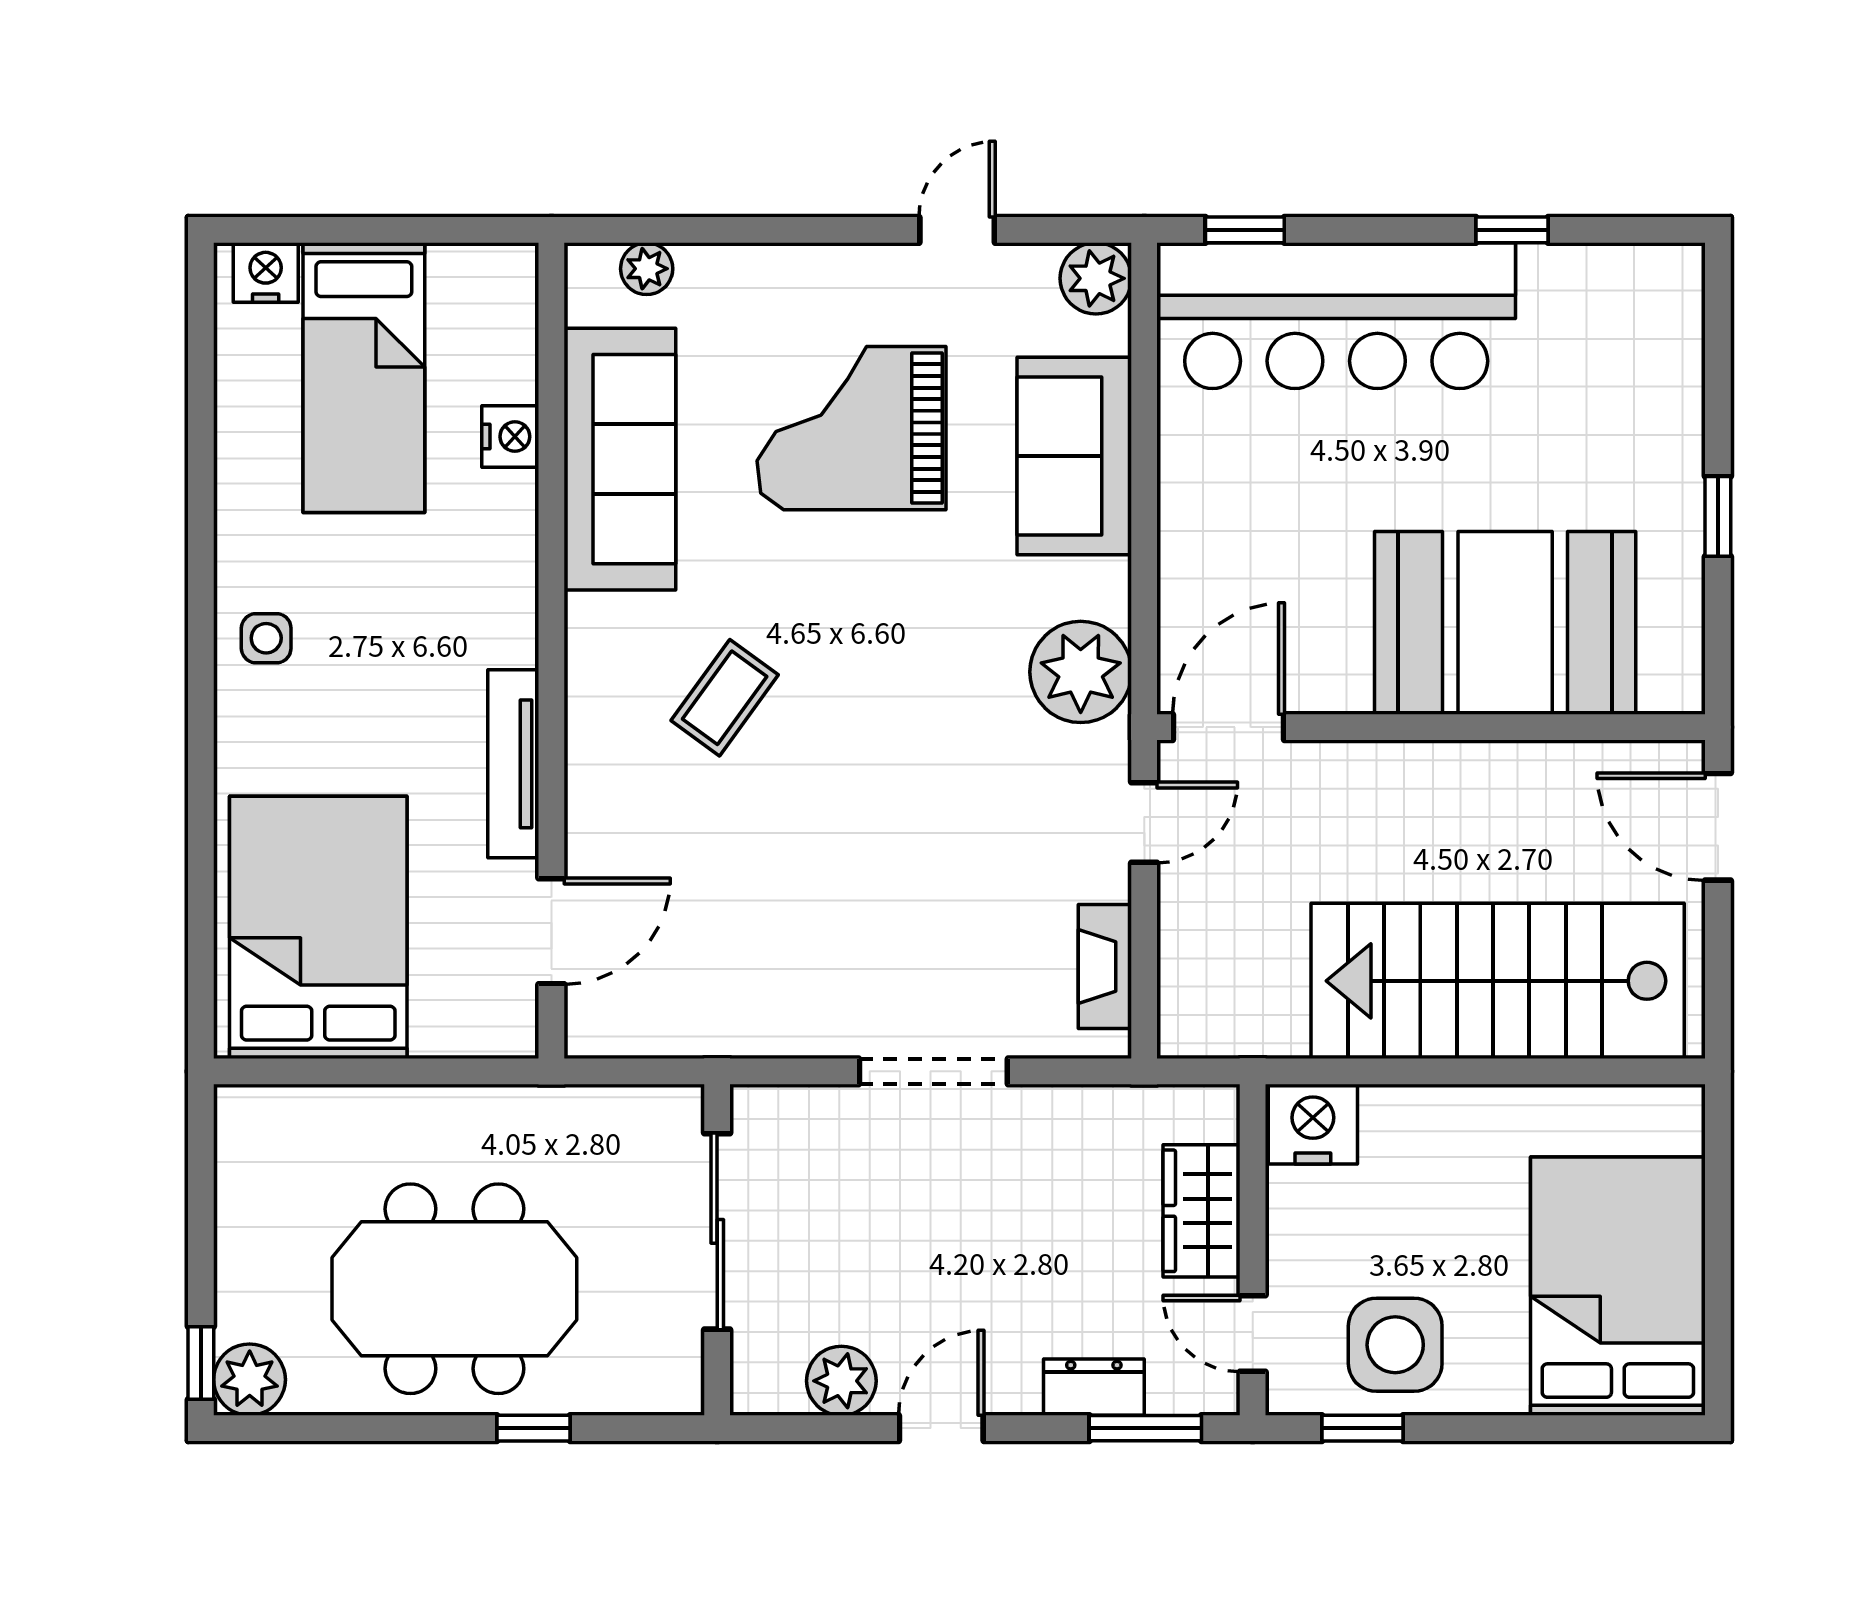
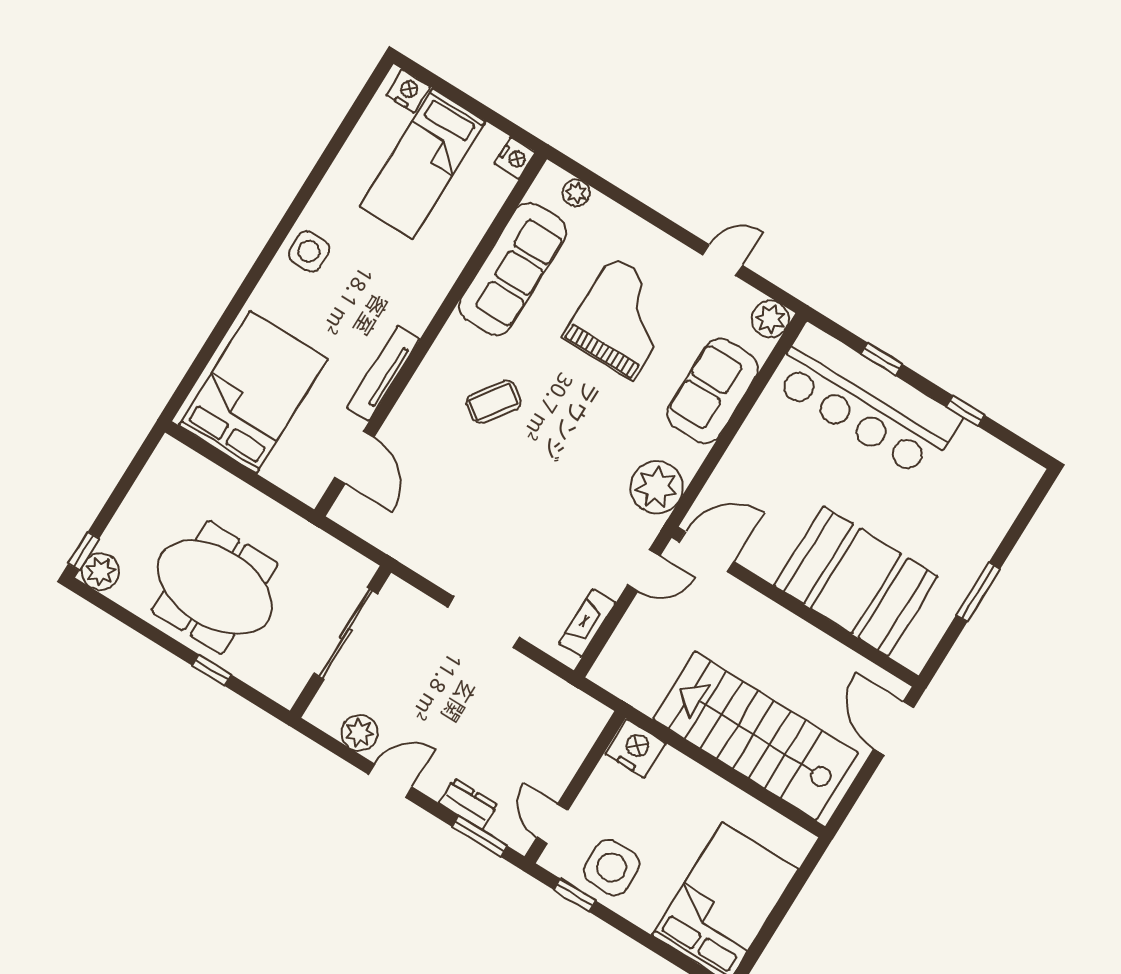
window: (1245, 230) -> (882, 359), moved
grand piano: (851, 428) -> (622, 318), turned 90
nightstand: (510, 437) -> (515, 158), moved
window: (1718, 516) -> (978, 592), width x1.50
side table: (266, 638) -> (309, 251), width x1.37, depth x1.37
door: (551, 931) -> (354, 457), hinge flipped
wardrobe: (1201, 1211) -> (563, 756), removed

